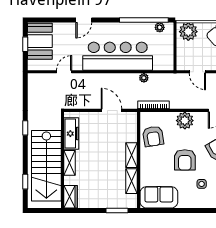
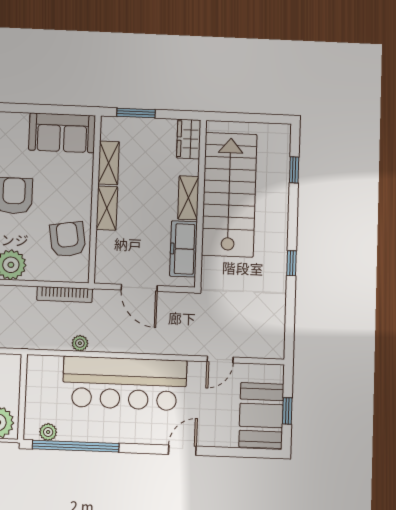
freezer: (71, 134) -> (184, 249), moved
wall: (63, 160) -> (201, 203), moved
shelving: (70, 163) -> (188, 198), moved
stairs: (46, 166) -> (229, 195), moved
wardrobe: (71, 197) -> (189, 139), moved

